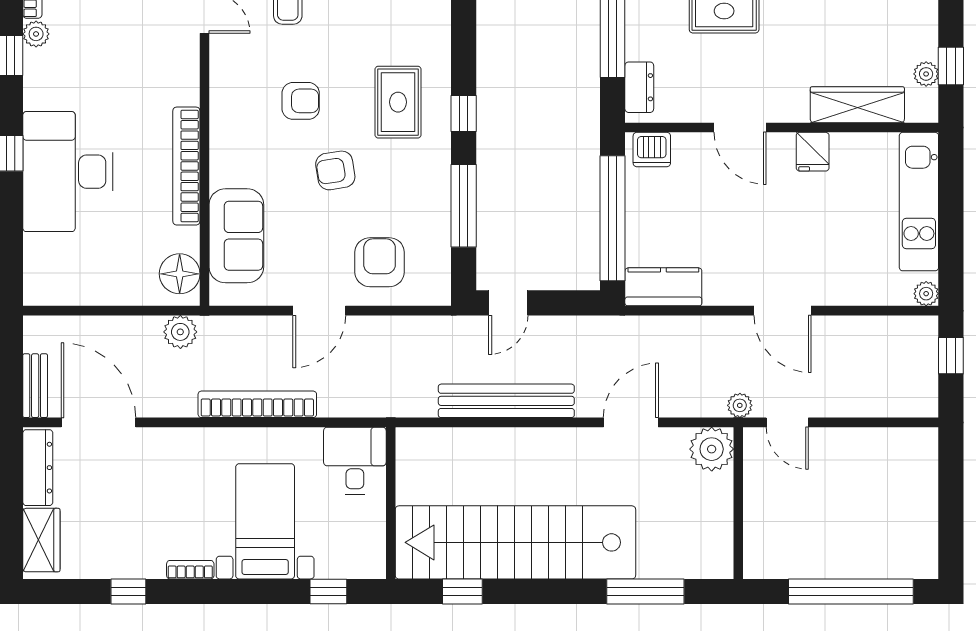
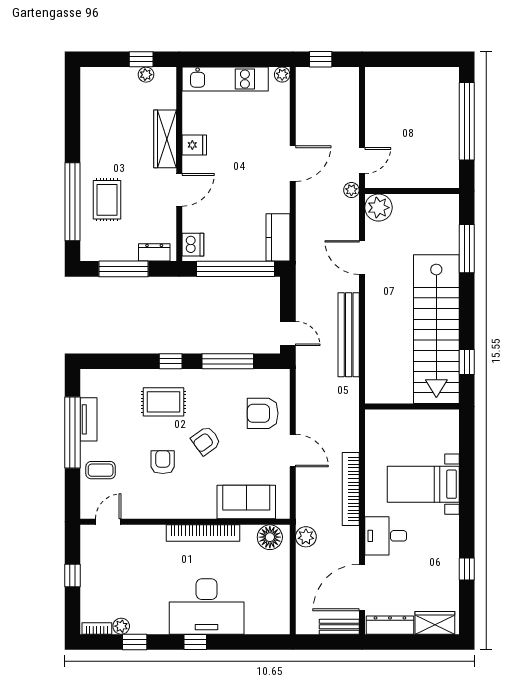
wardrobe: (857, 105) -> (165, 139), moved
armchair: (335, 170) -> (206, 441), turned 63
desk: (355, 461) -> (386, 536), moved
bookcase: (190, 570) -> (453, 531), removed
window: (328, 592) -> (467, 445), removed

